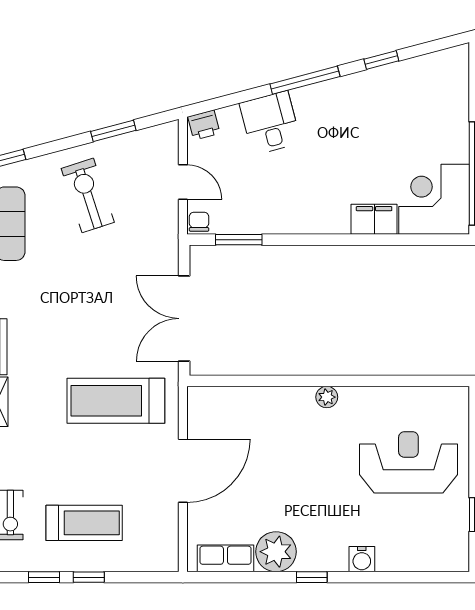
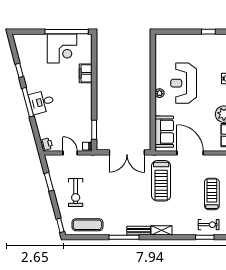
desk: (270, 123) -> (42, 102), moved
door: (183, 182) -> (70, 153), hinge flipped
exercise bike: (88, 195) -> (76, 192), turned -72
corner desk: (434, 199) -> (62, 48), moved, turned -90
sofa: (234, 408) -> (164, 132), added
reception desk: (408, 462) -> (184, 83), moved

